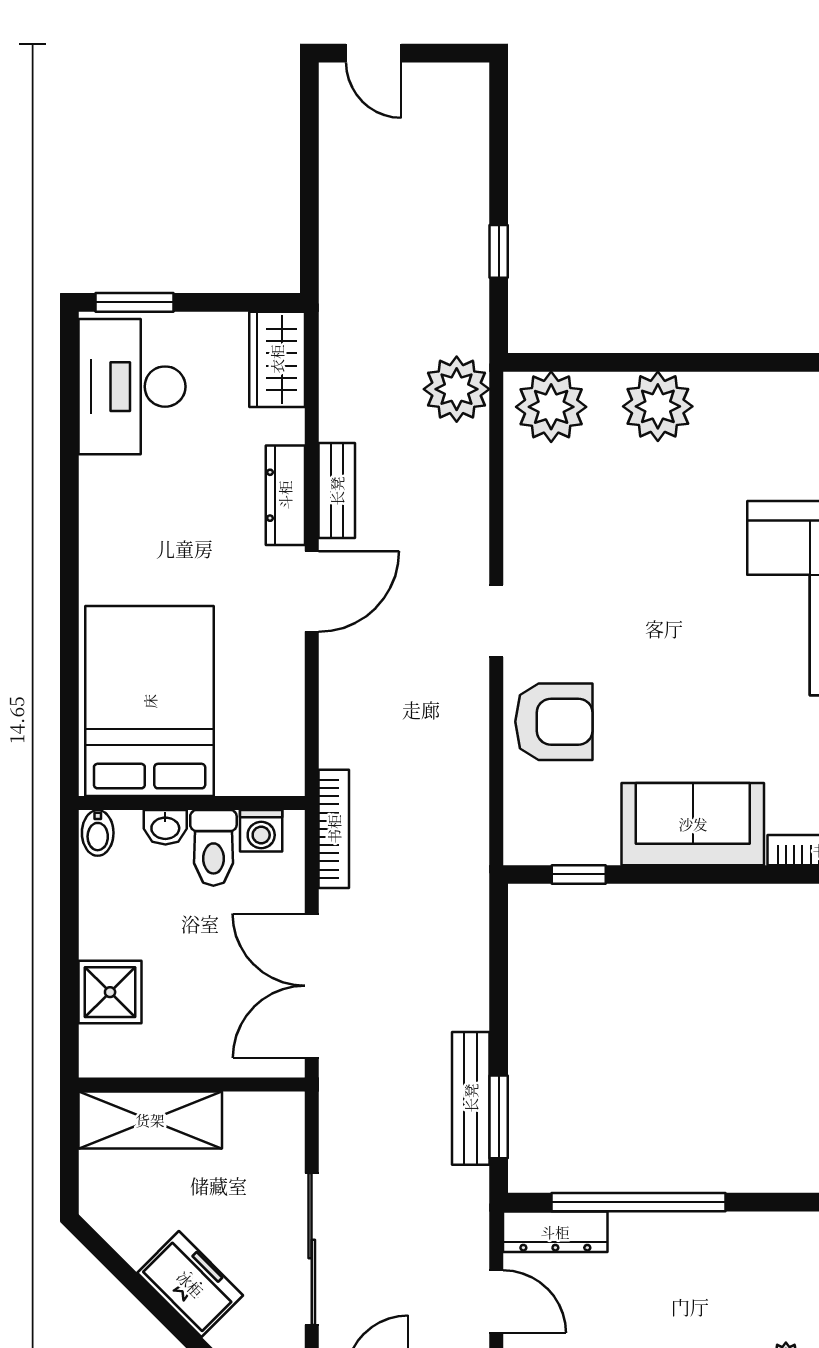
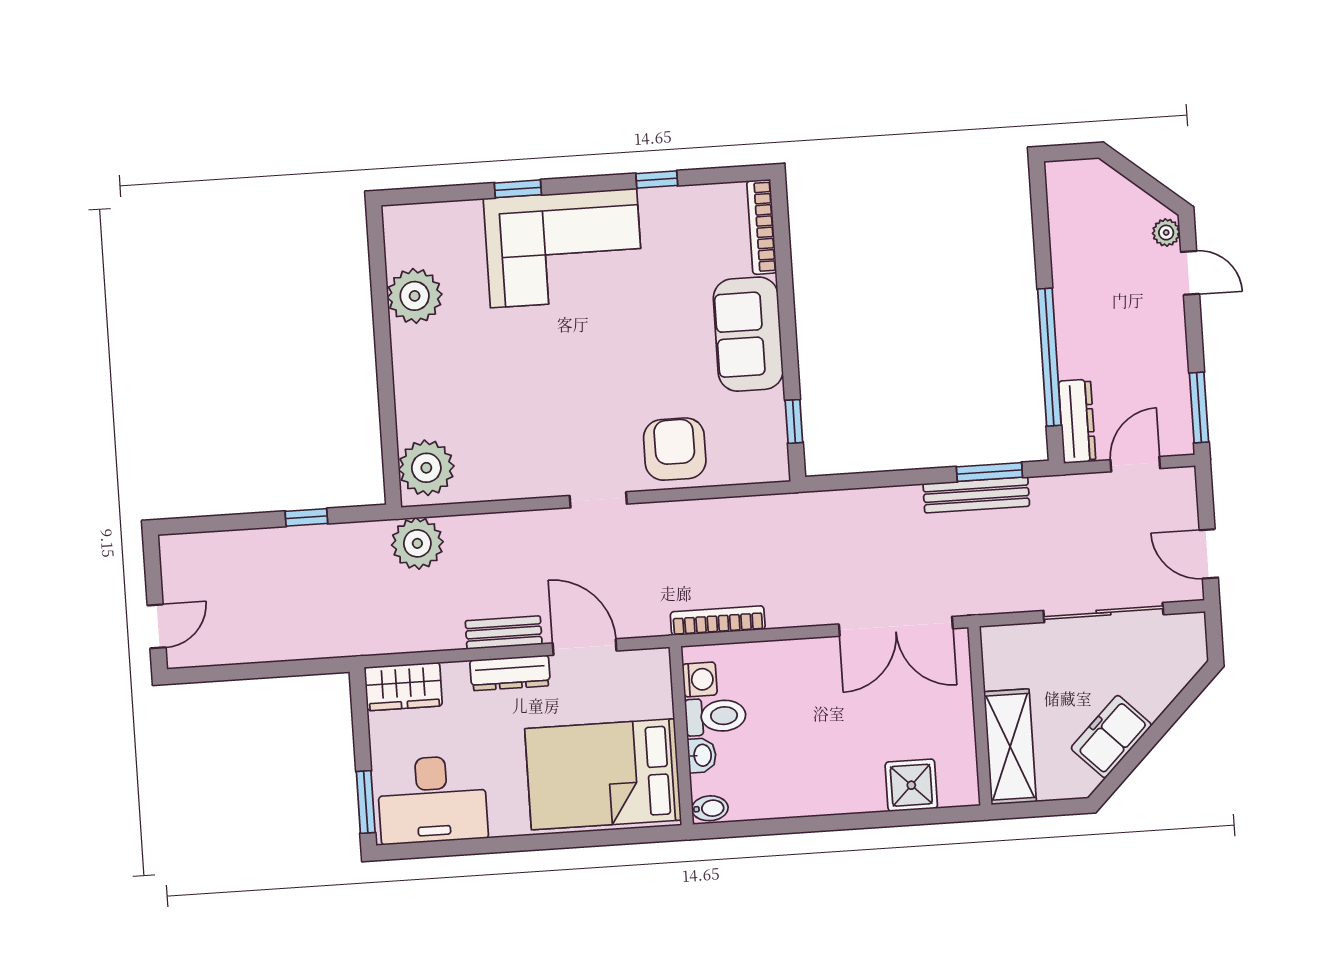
plant: (658, 406) -> (415, 296), moved
bed: (150, 701) -> (603, 774), moved
wall: (192, 803) -> (681, 736), moved
washbasin: (165, 827) -> (702, 755), moved
bookcase: (334, 829) -> (718, 621), moved
washing machine: (261, 831) -> (700, 679), moved
bidet: (98, 833) -> (710, 808), moved
toilet: (213, 848) -> (716, 716), moved
freezer: (190, 1284) -> (1111, 737), moved

